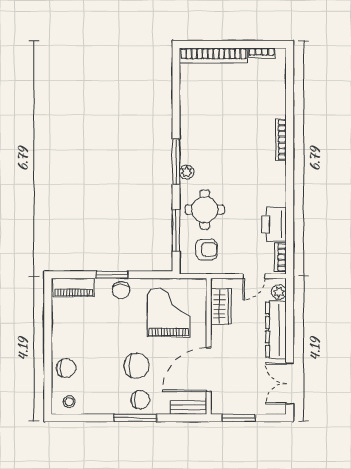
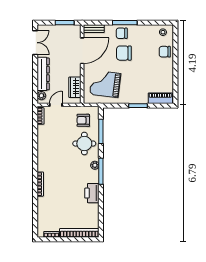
printer: (274, 224) -> (92, 193), moved, turned 180
chair: (121, 290) -> (133, 97), removed
grand piano: (169, 312) -> (105, 84), turned 97

